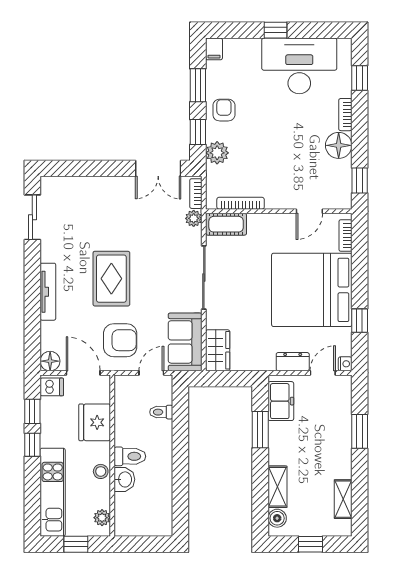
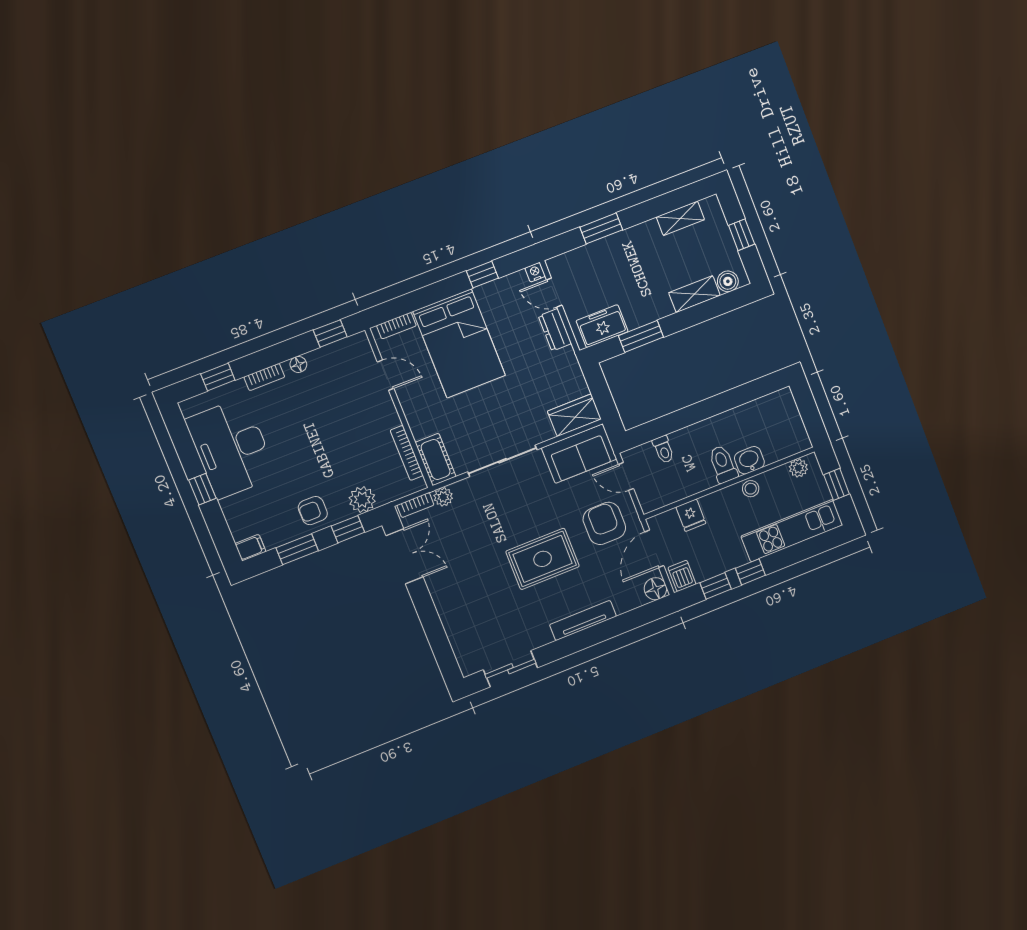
floor lamp: (339, 145) -> (298, 364), width x0.53, depth x0.53
bed: (312, 290) -> (459, 343), width x0.73
fridge: (95, 422) -> (691, 515), width x0.53, depth x0.75

